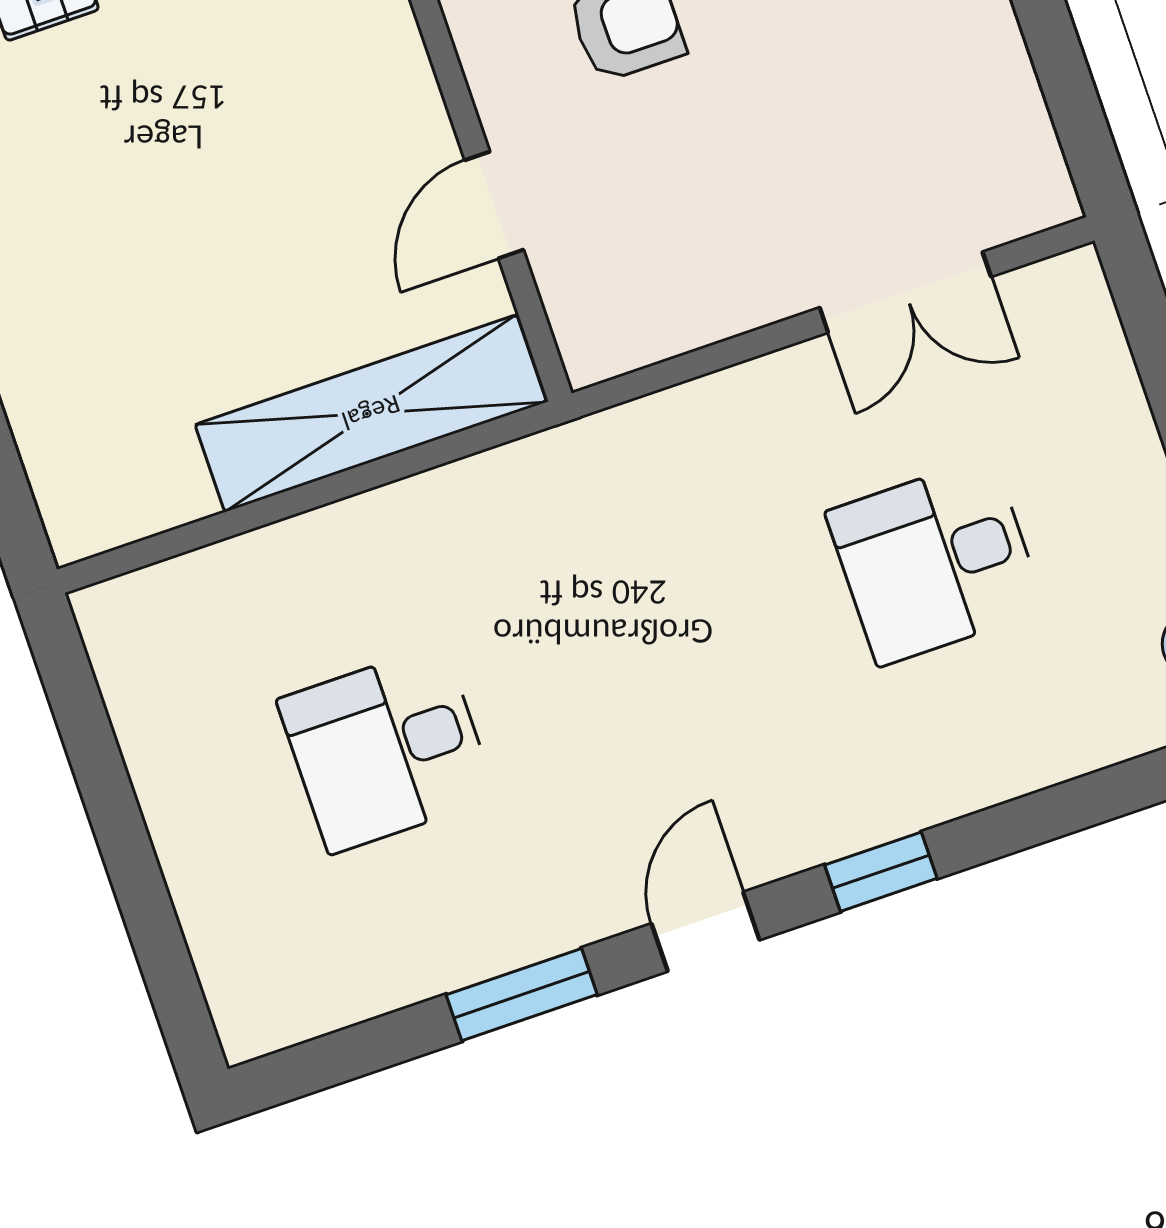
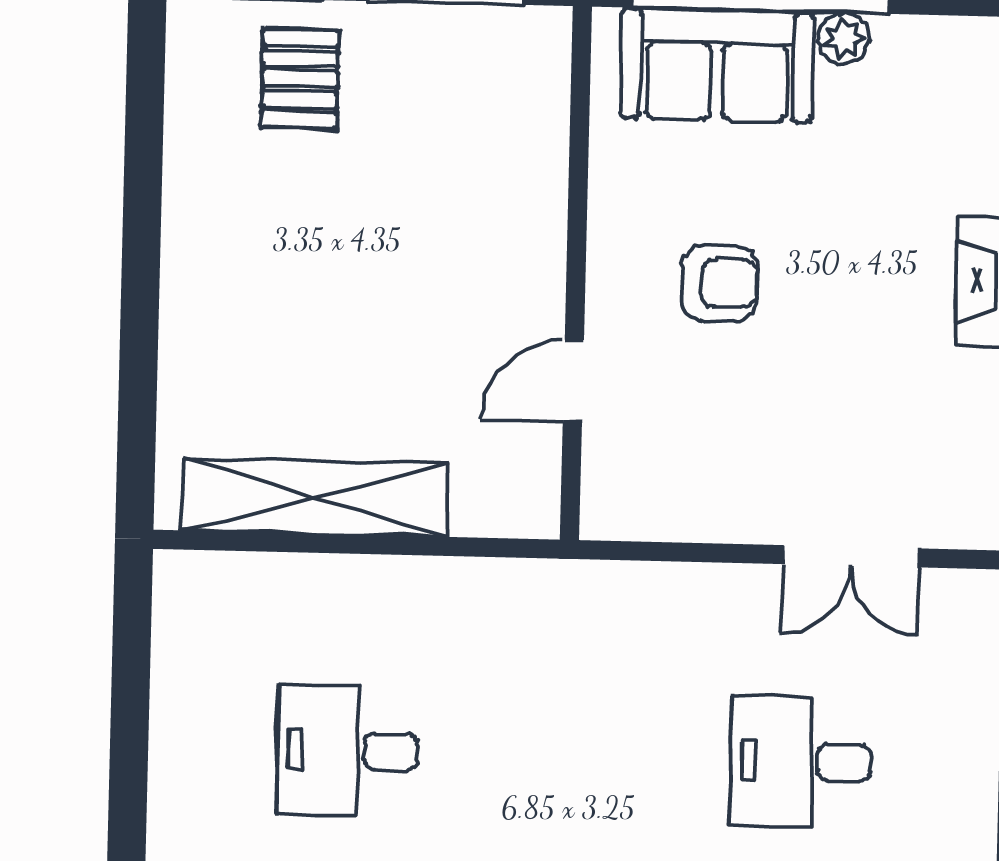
shelving: (371, 413) -> (315, 497), moved

